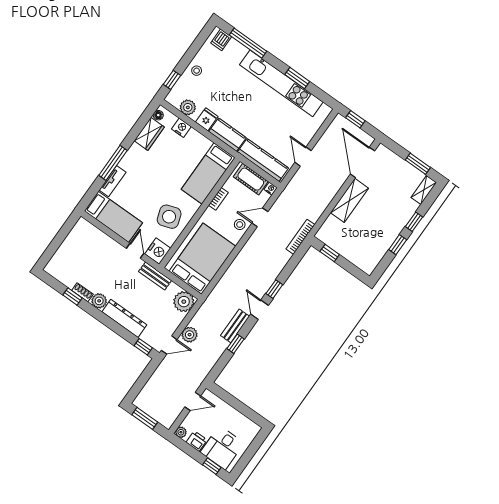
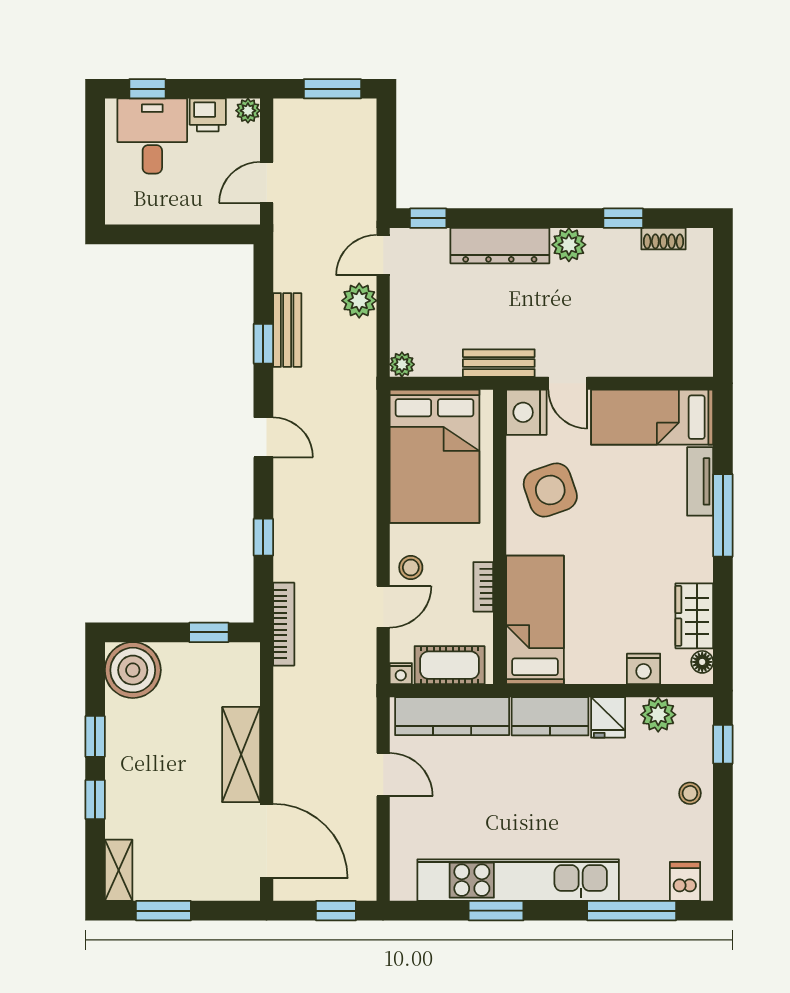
boiler: (367, 259) -> (133, 670), added
window: (274, 289) -> (263, 537), moved
shoe rack: (82, 292) -> (663, 239), moved
plant: (184, 302) -> (402, 364), width x0.53, depth x0.53
bench: (235, 326) -> (287, 330), moved

